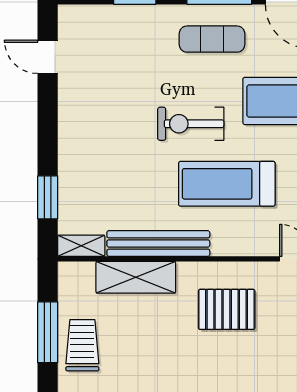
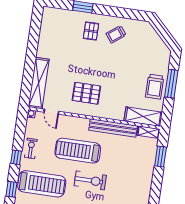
treadmill: (227, 184) -> (78, 151), turned 180
shelving: (136, 277) -> (143, 117), moved
window: (48, 332) -> (171, 84), moved

